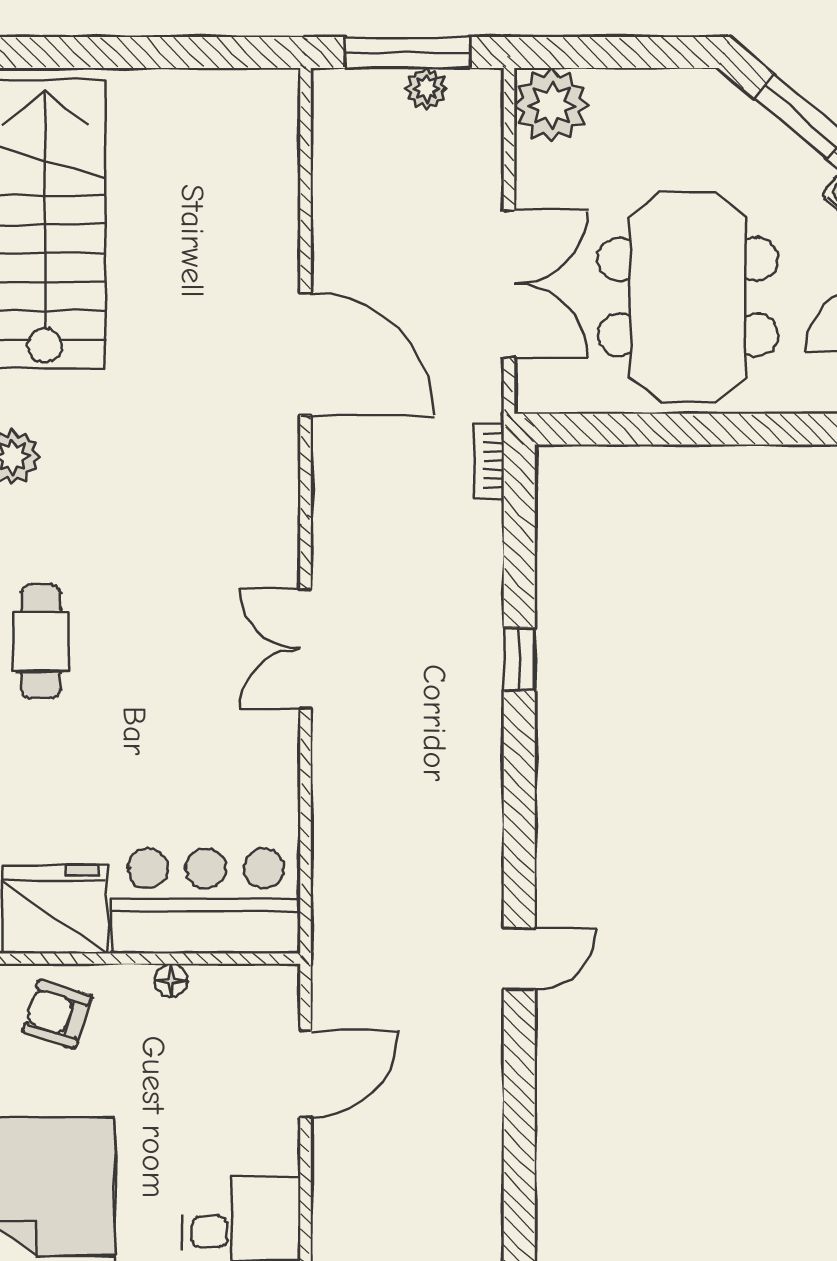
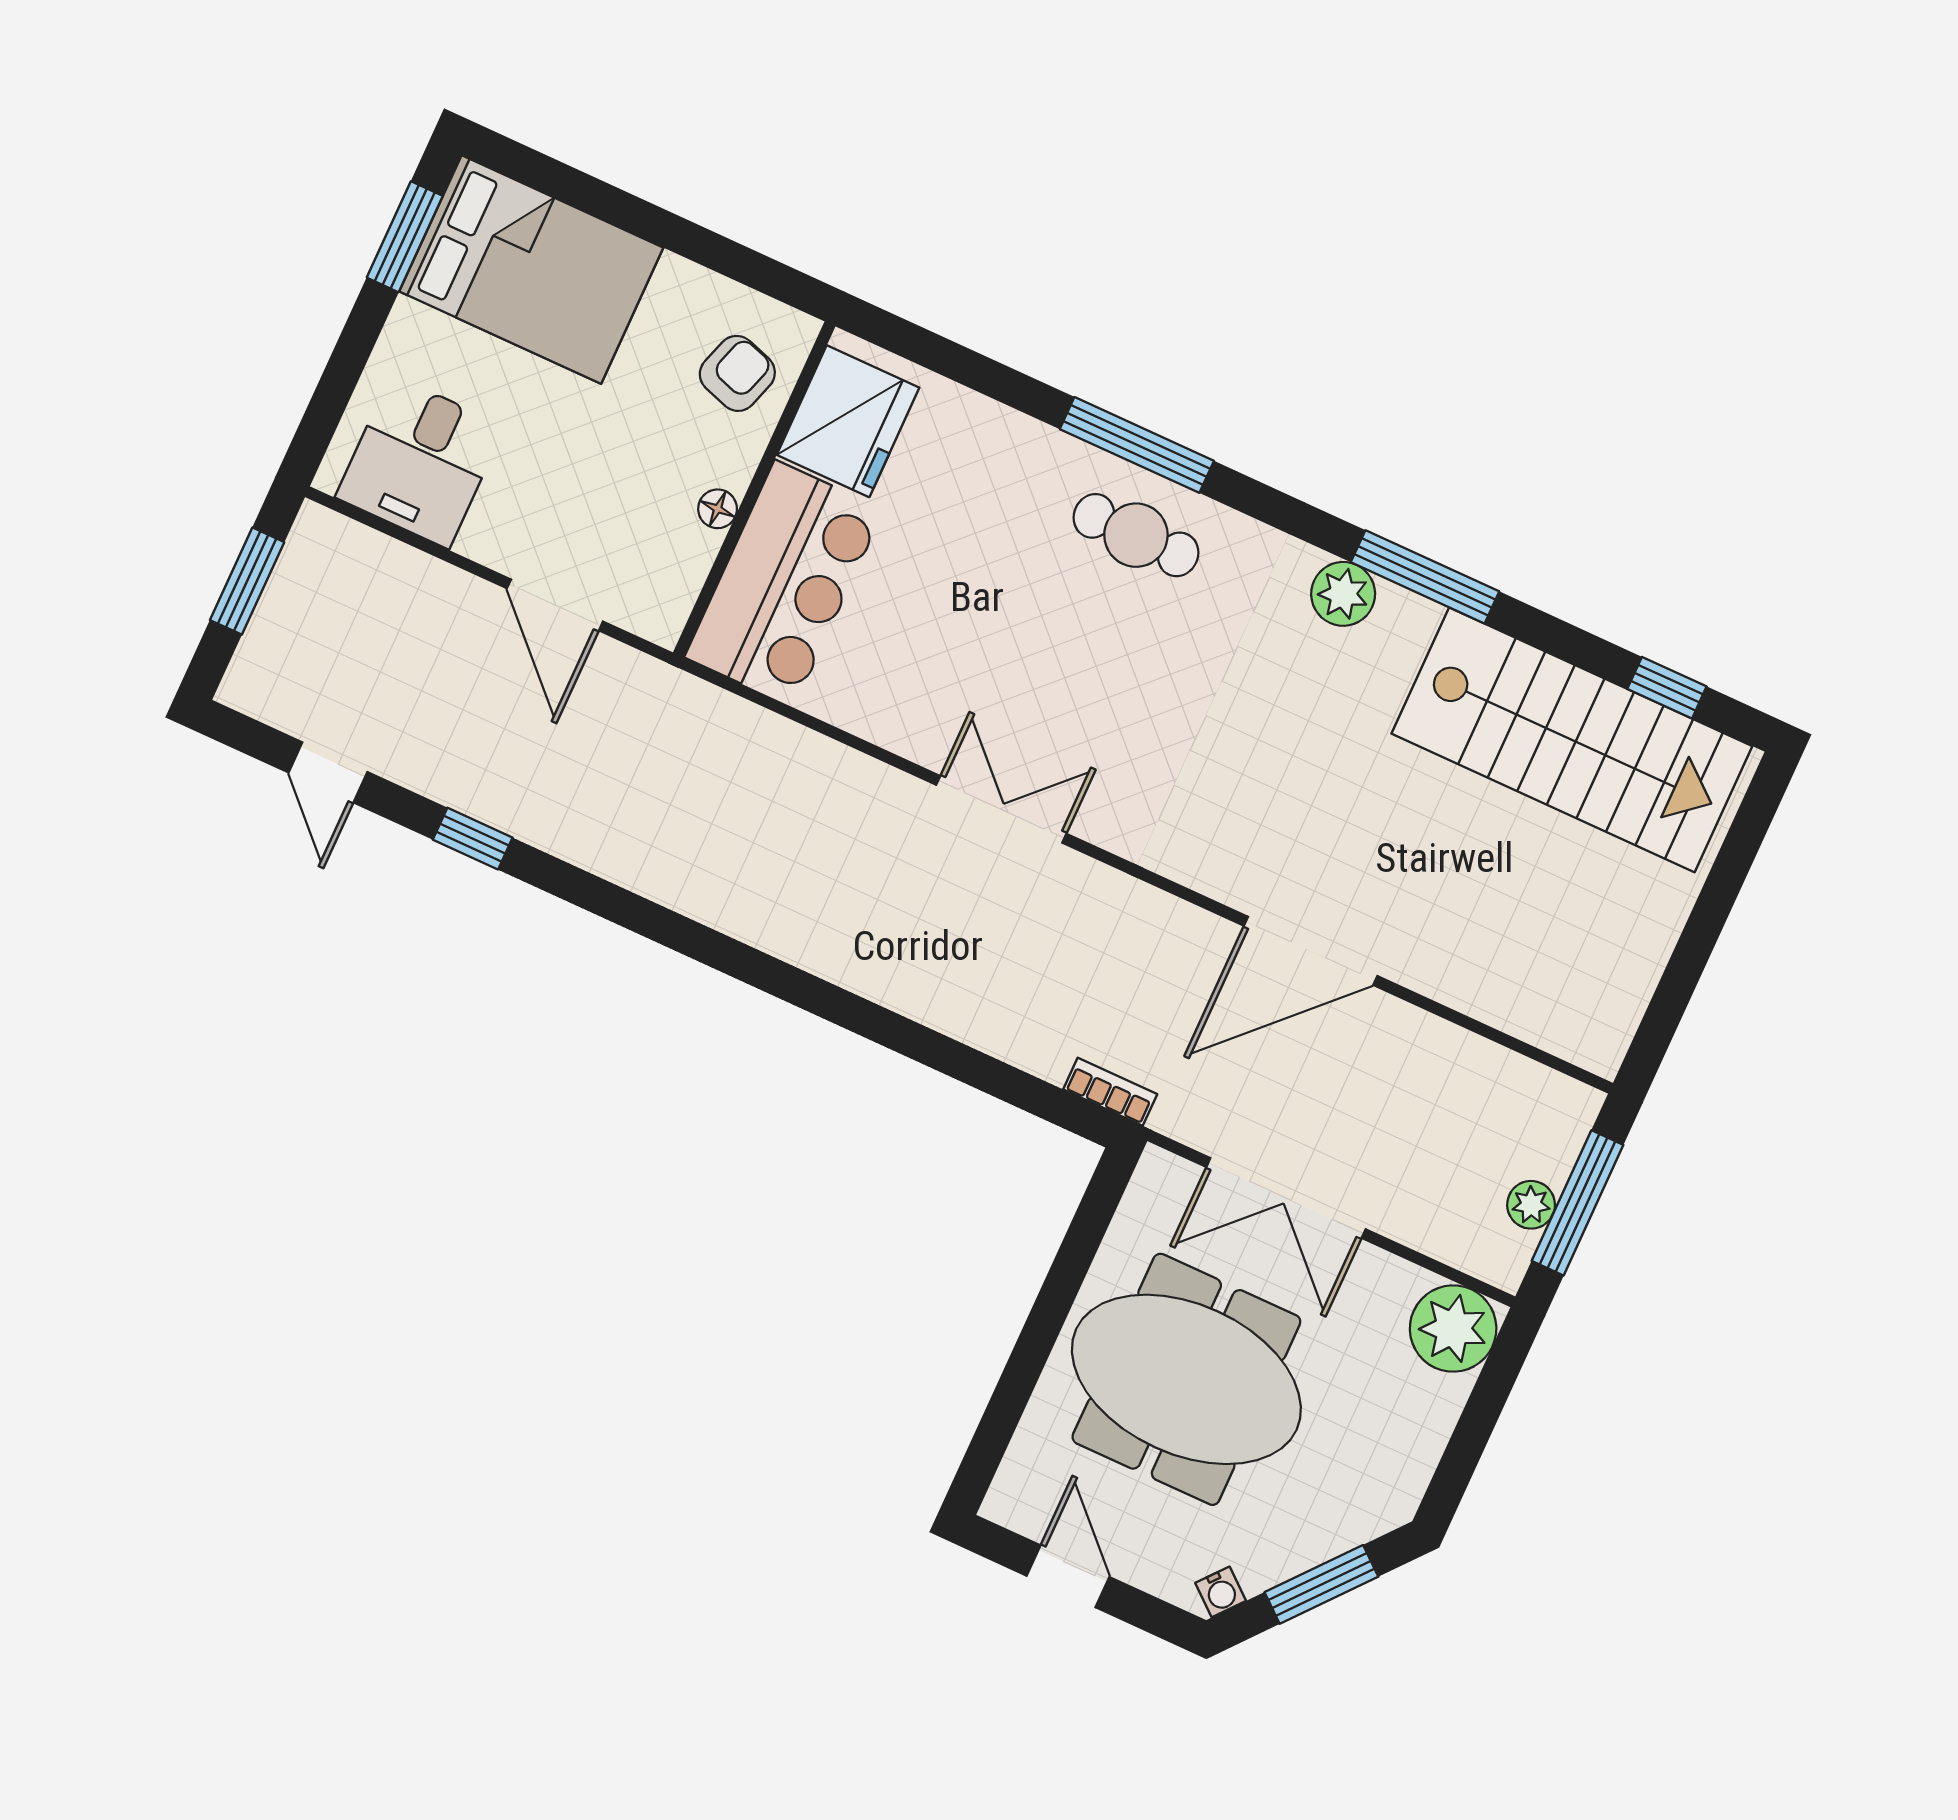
window: (519, 659) -> (473, 839), moved
door: (519, 959) -> (328, 772), moved

